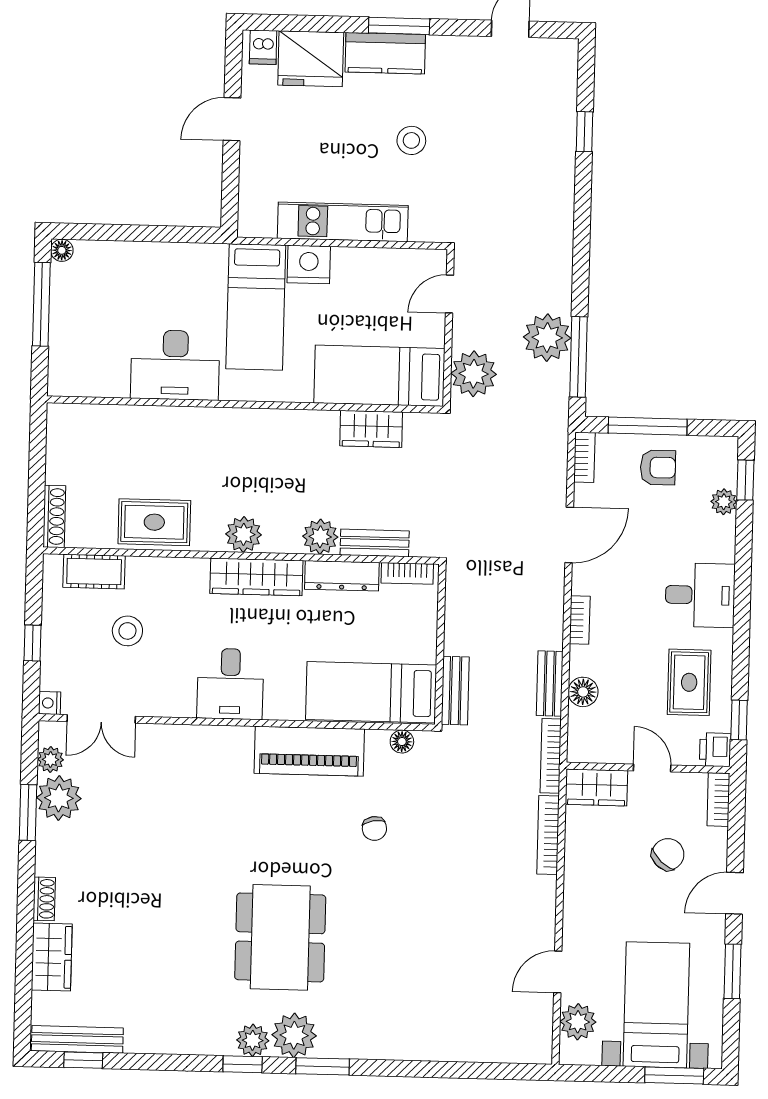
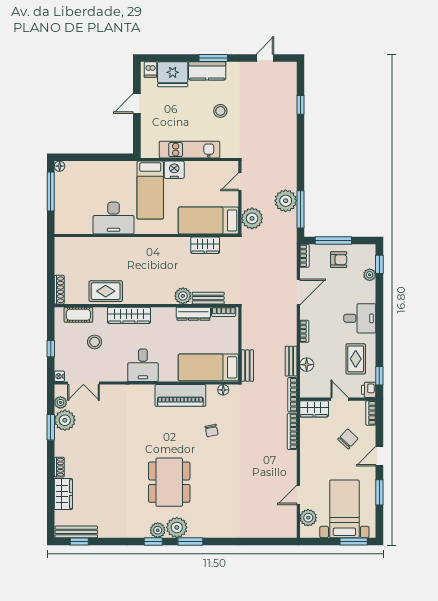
plant: (244, 534) -> (147, 296), removed
wardrobe: (256, 577) -> (129, 315), moved

